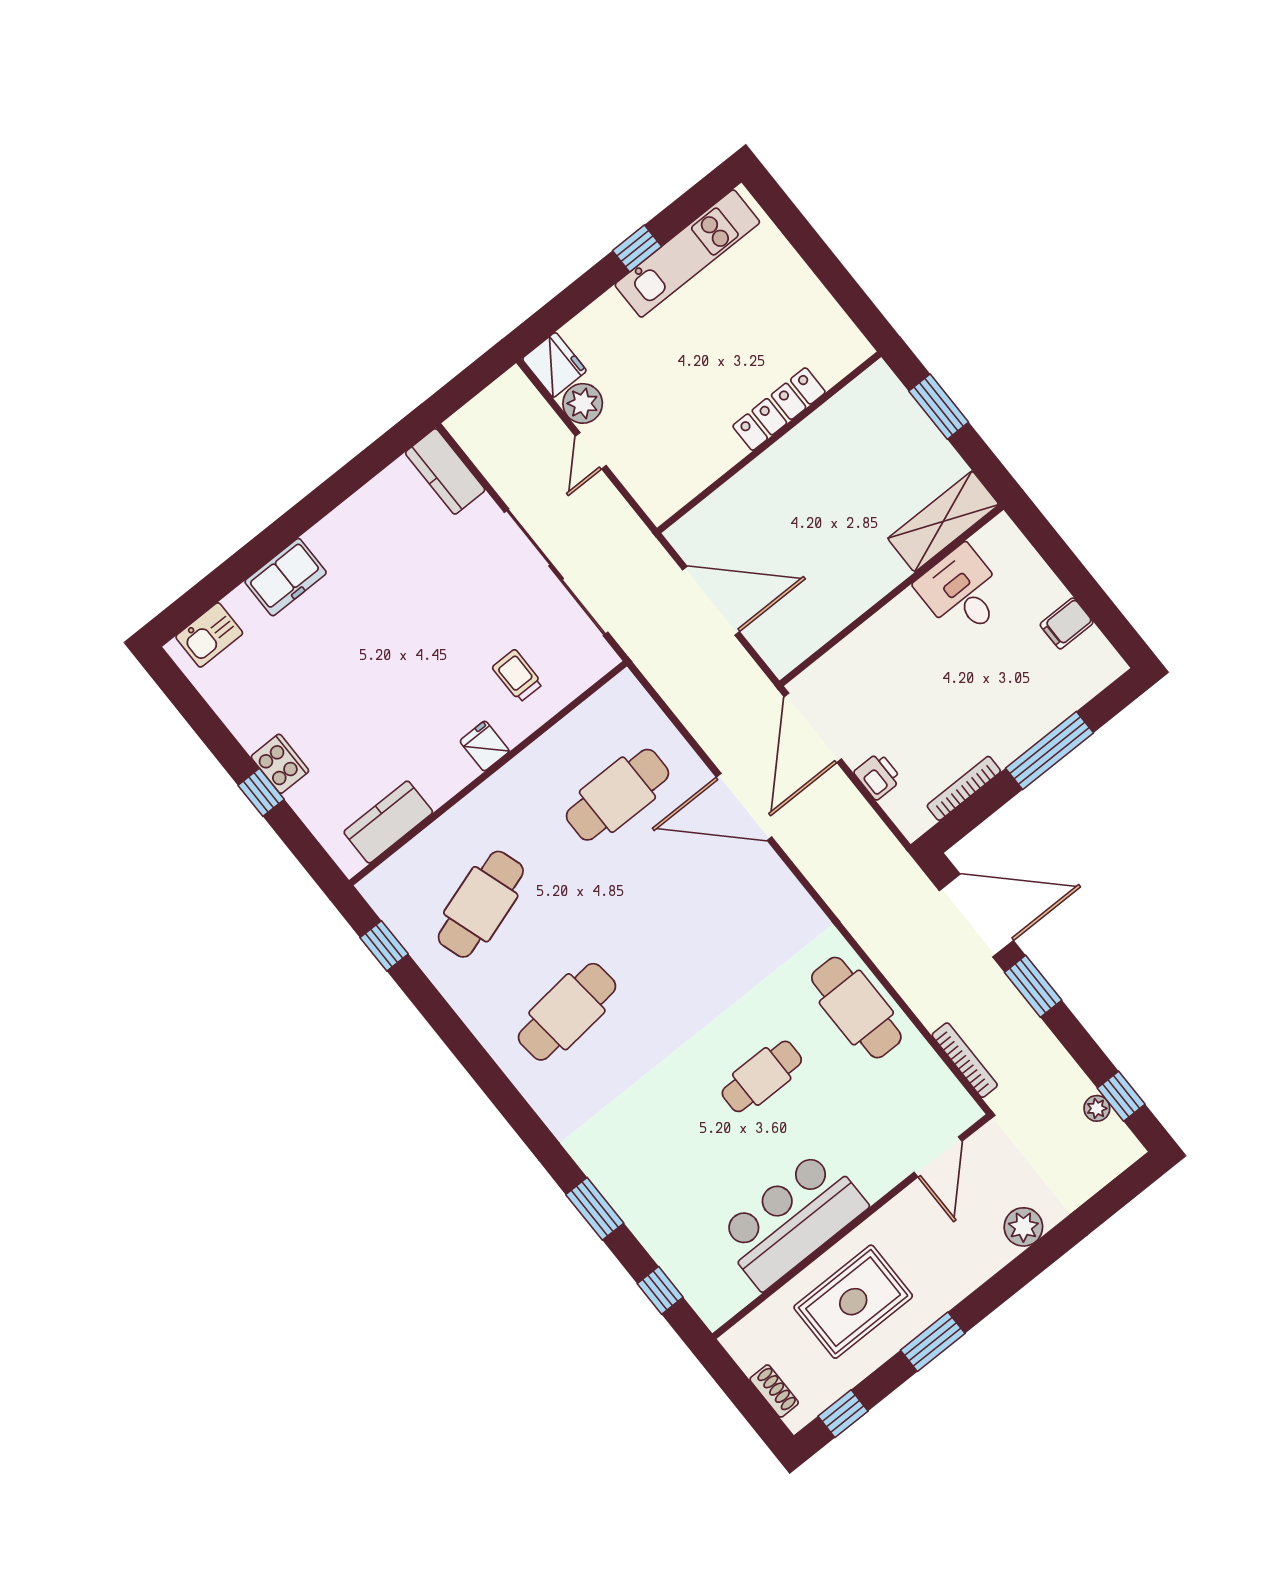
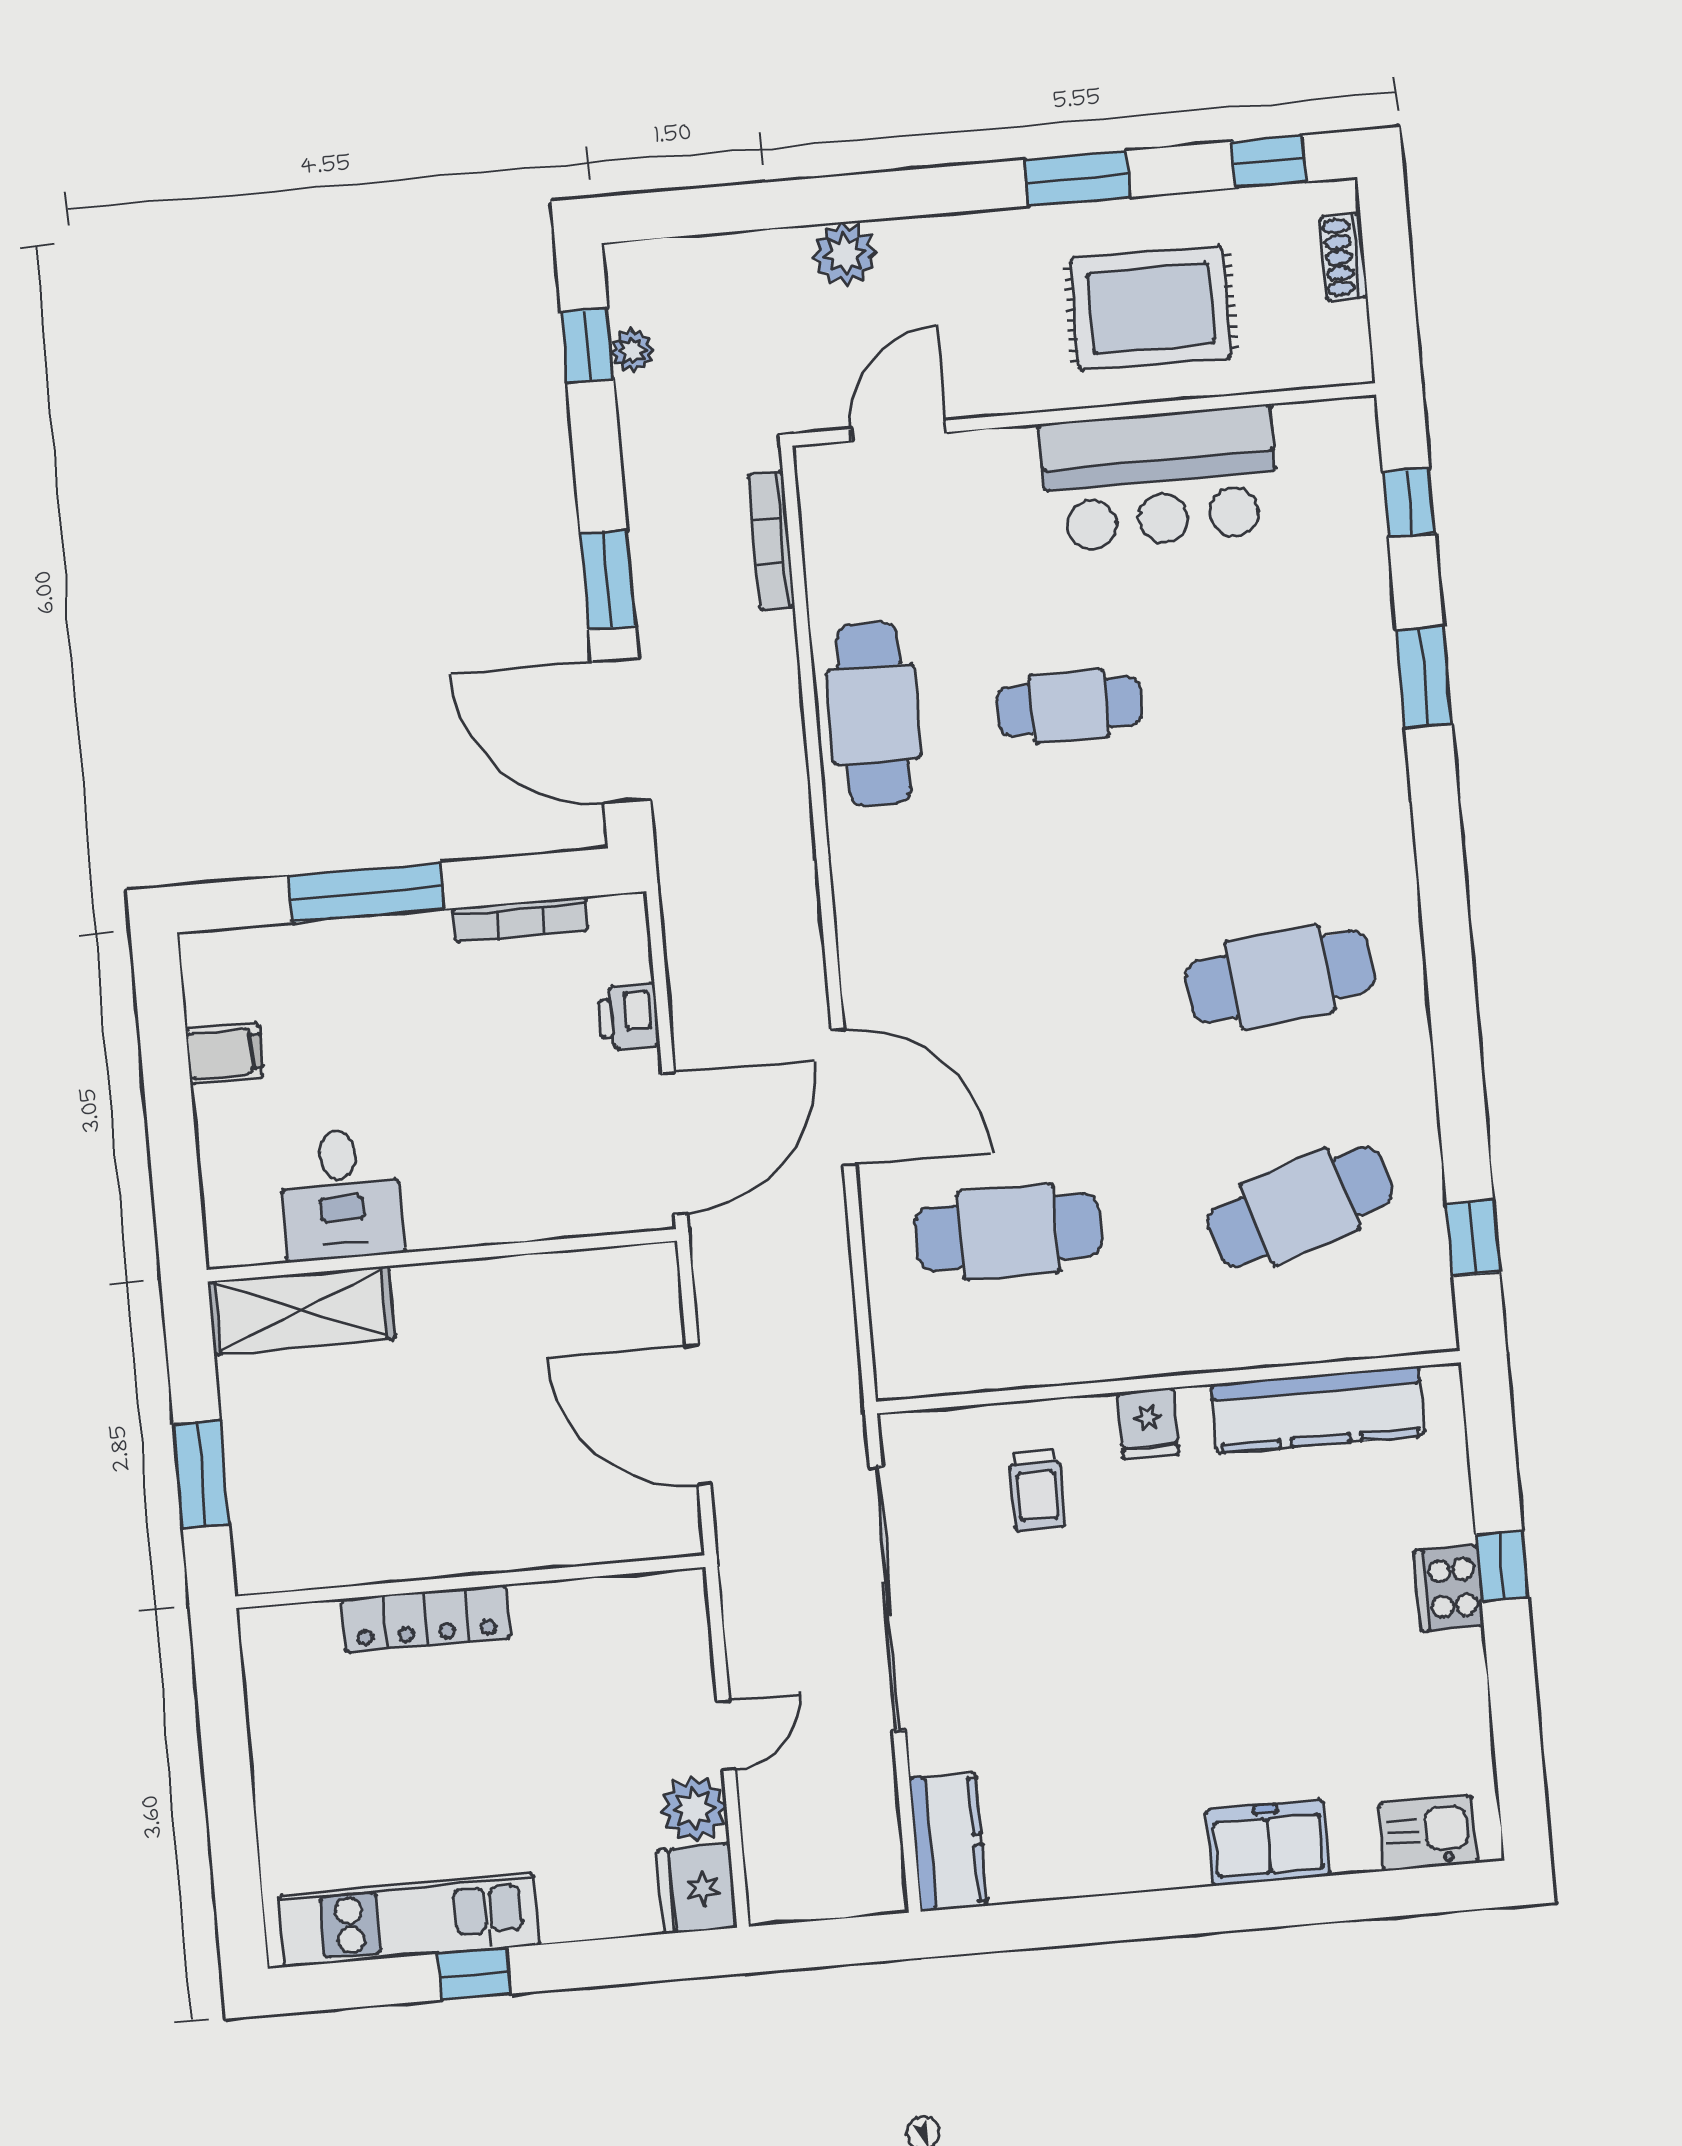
kitchen counter: (388, 822) -> (1318, 1410), width x1.50

